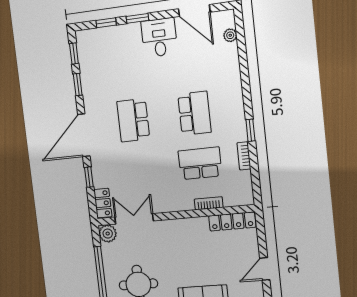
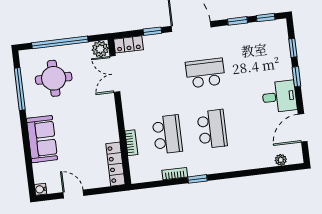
school desk: (194, 113) -> (212, 129), turned -90
double door: (134, 219) -> (115, 74), swing flipped

